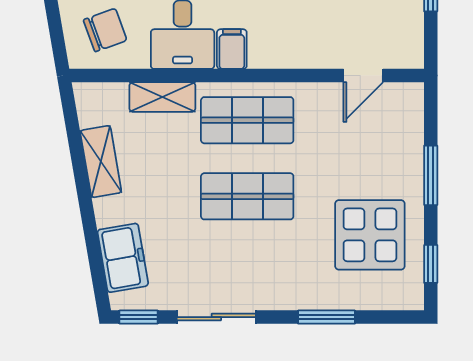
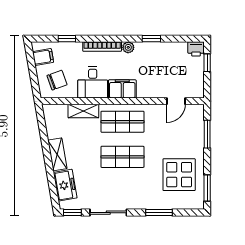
filing cabinet: (232, 49) -> (122, 89), width x2.00
shelving: (101, 162) -> (57, 154), moved
window: (431, 175) -> (207, 134), moved
window: (431, 264) -> (207, 188), width x1.50

